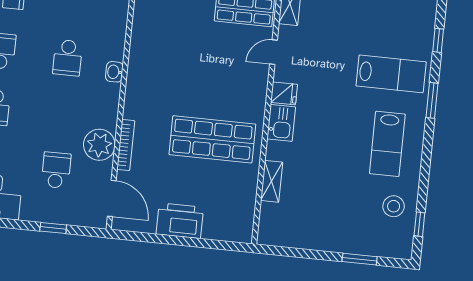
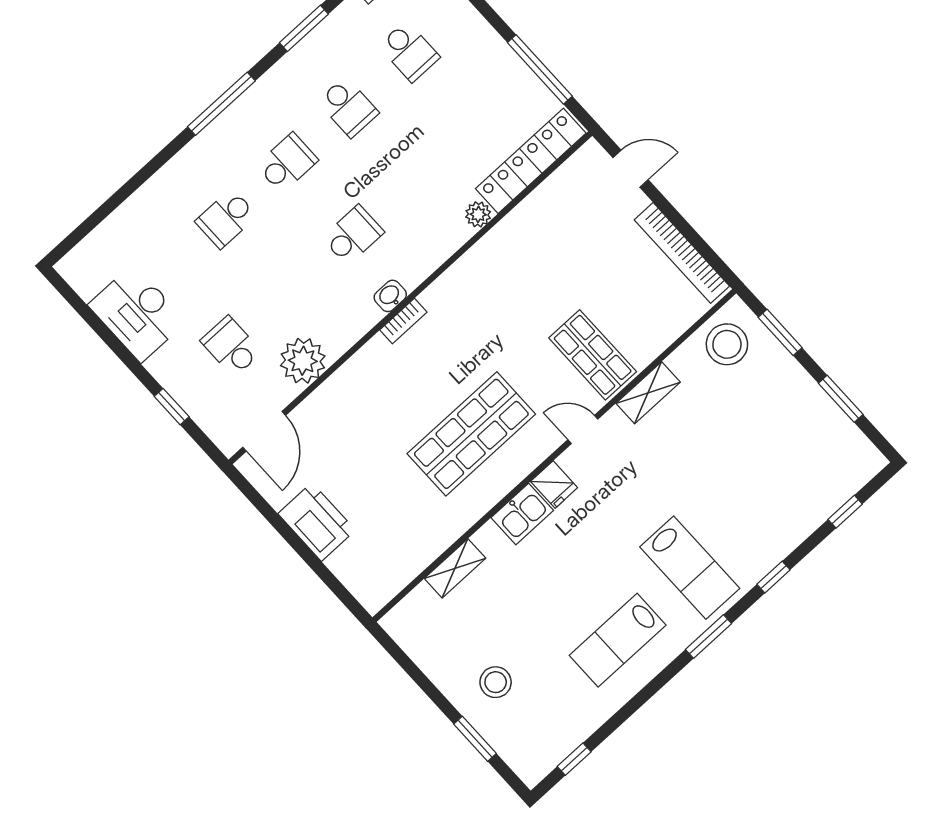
school desk: (68, 58) -> (353, 235), turned 180
shop shelf: (212, 139) -> (471, 434), moved, turned 90
bookcase: (126, 145) -> (403, 321), moved, width x0.64
school desk: (56, 170) -> (231, 346), turned -90
stool: (394, 206) -> (496, 682), moved

